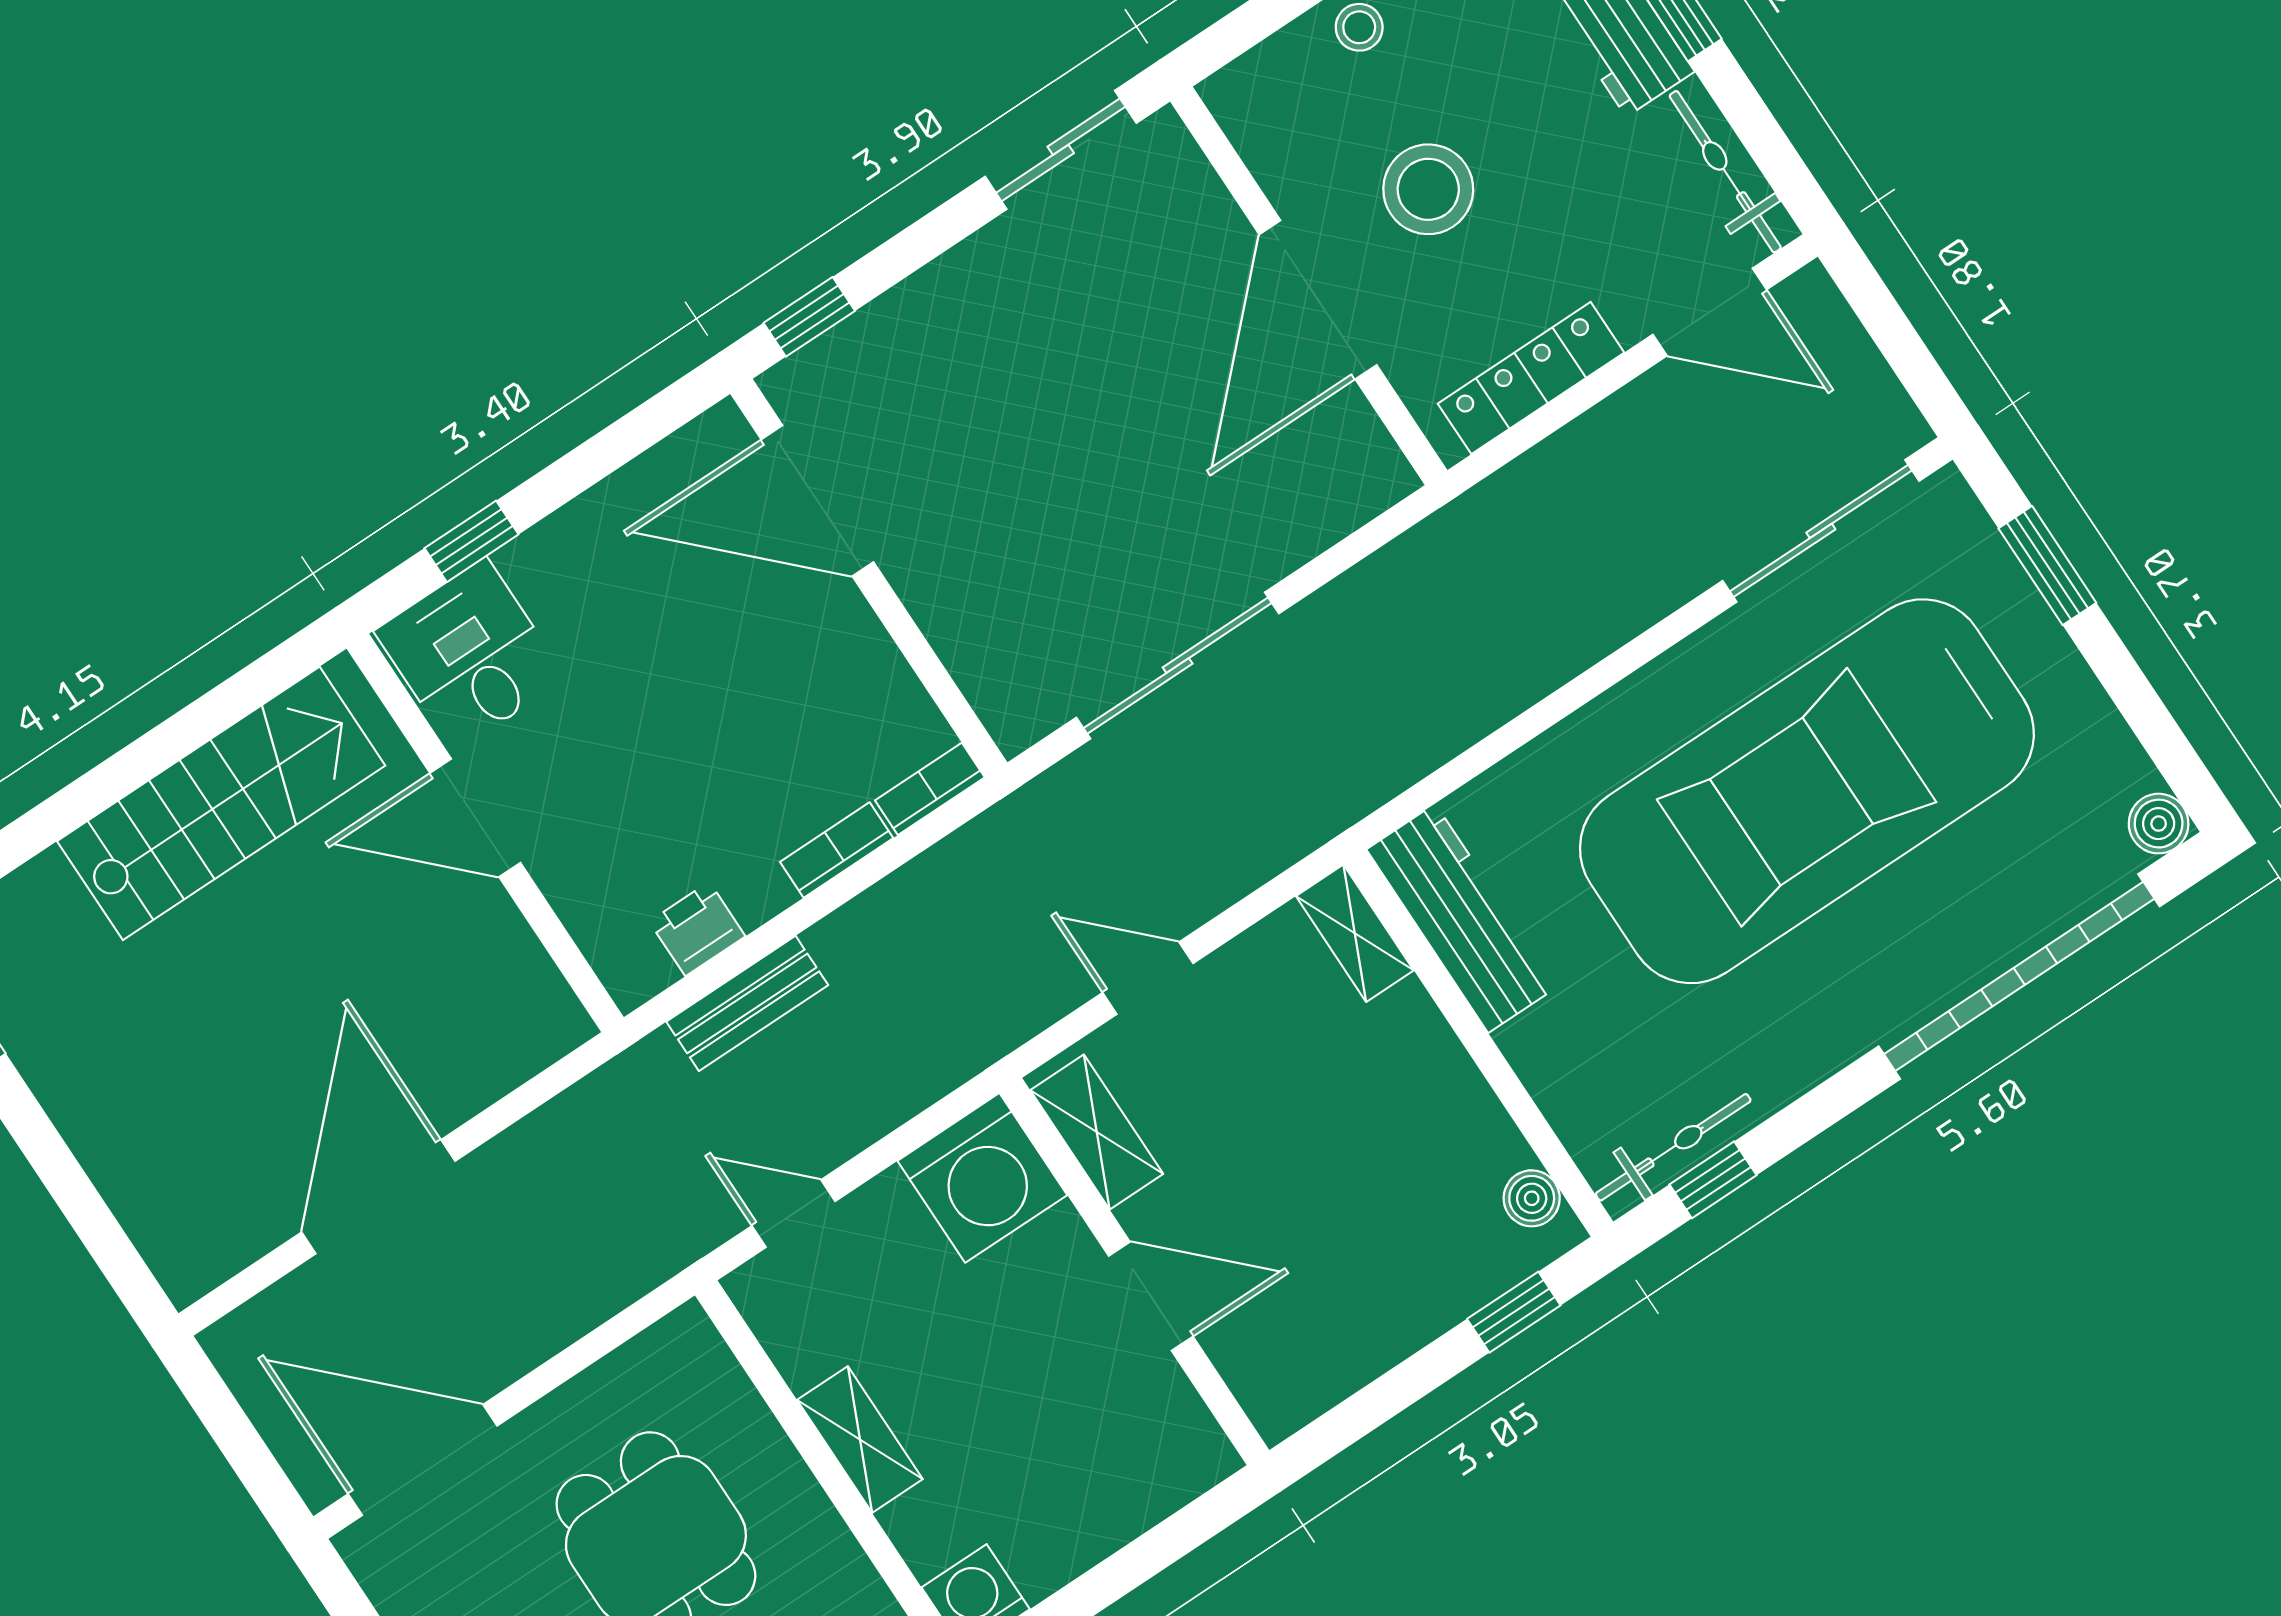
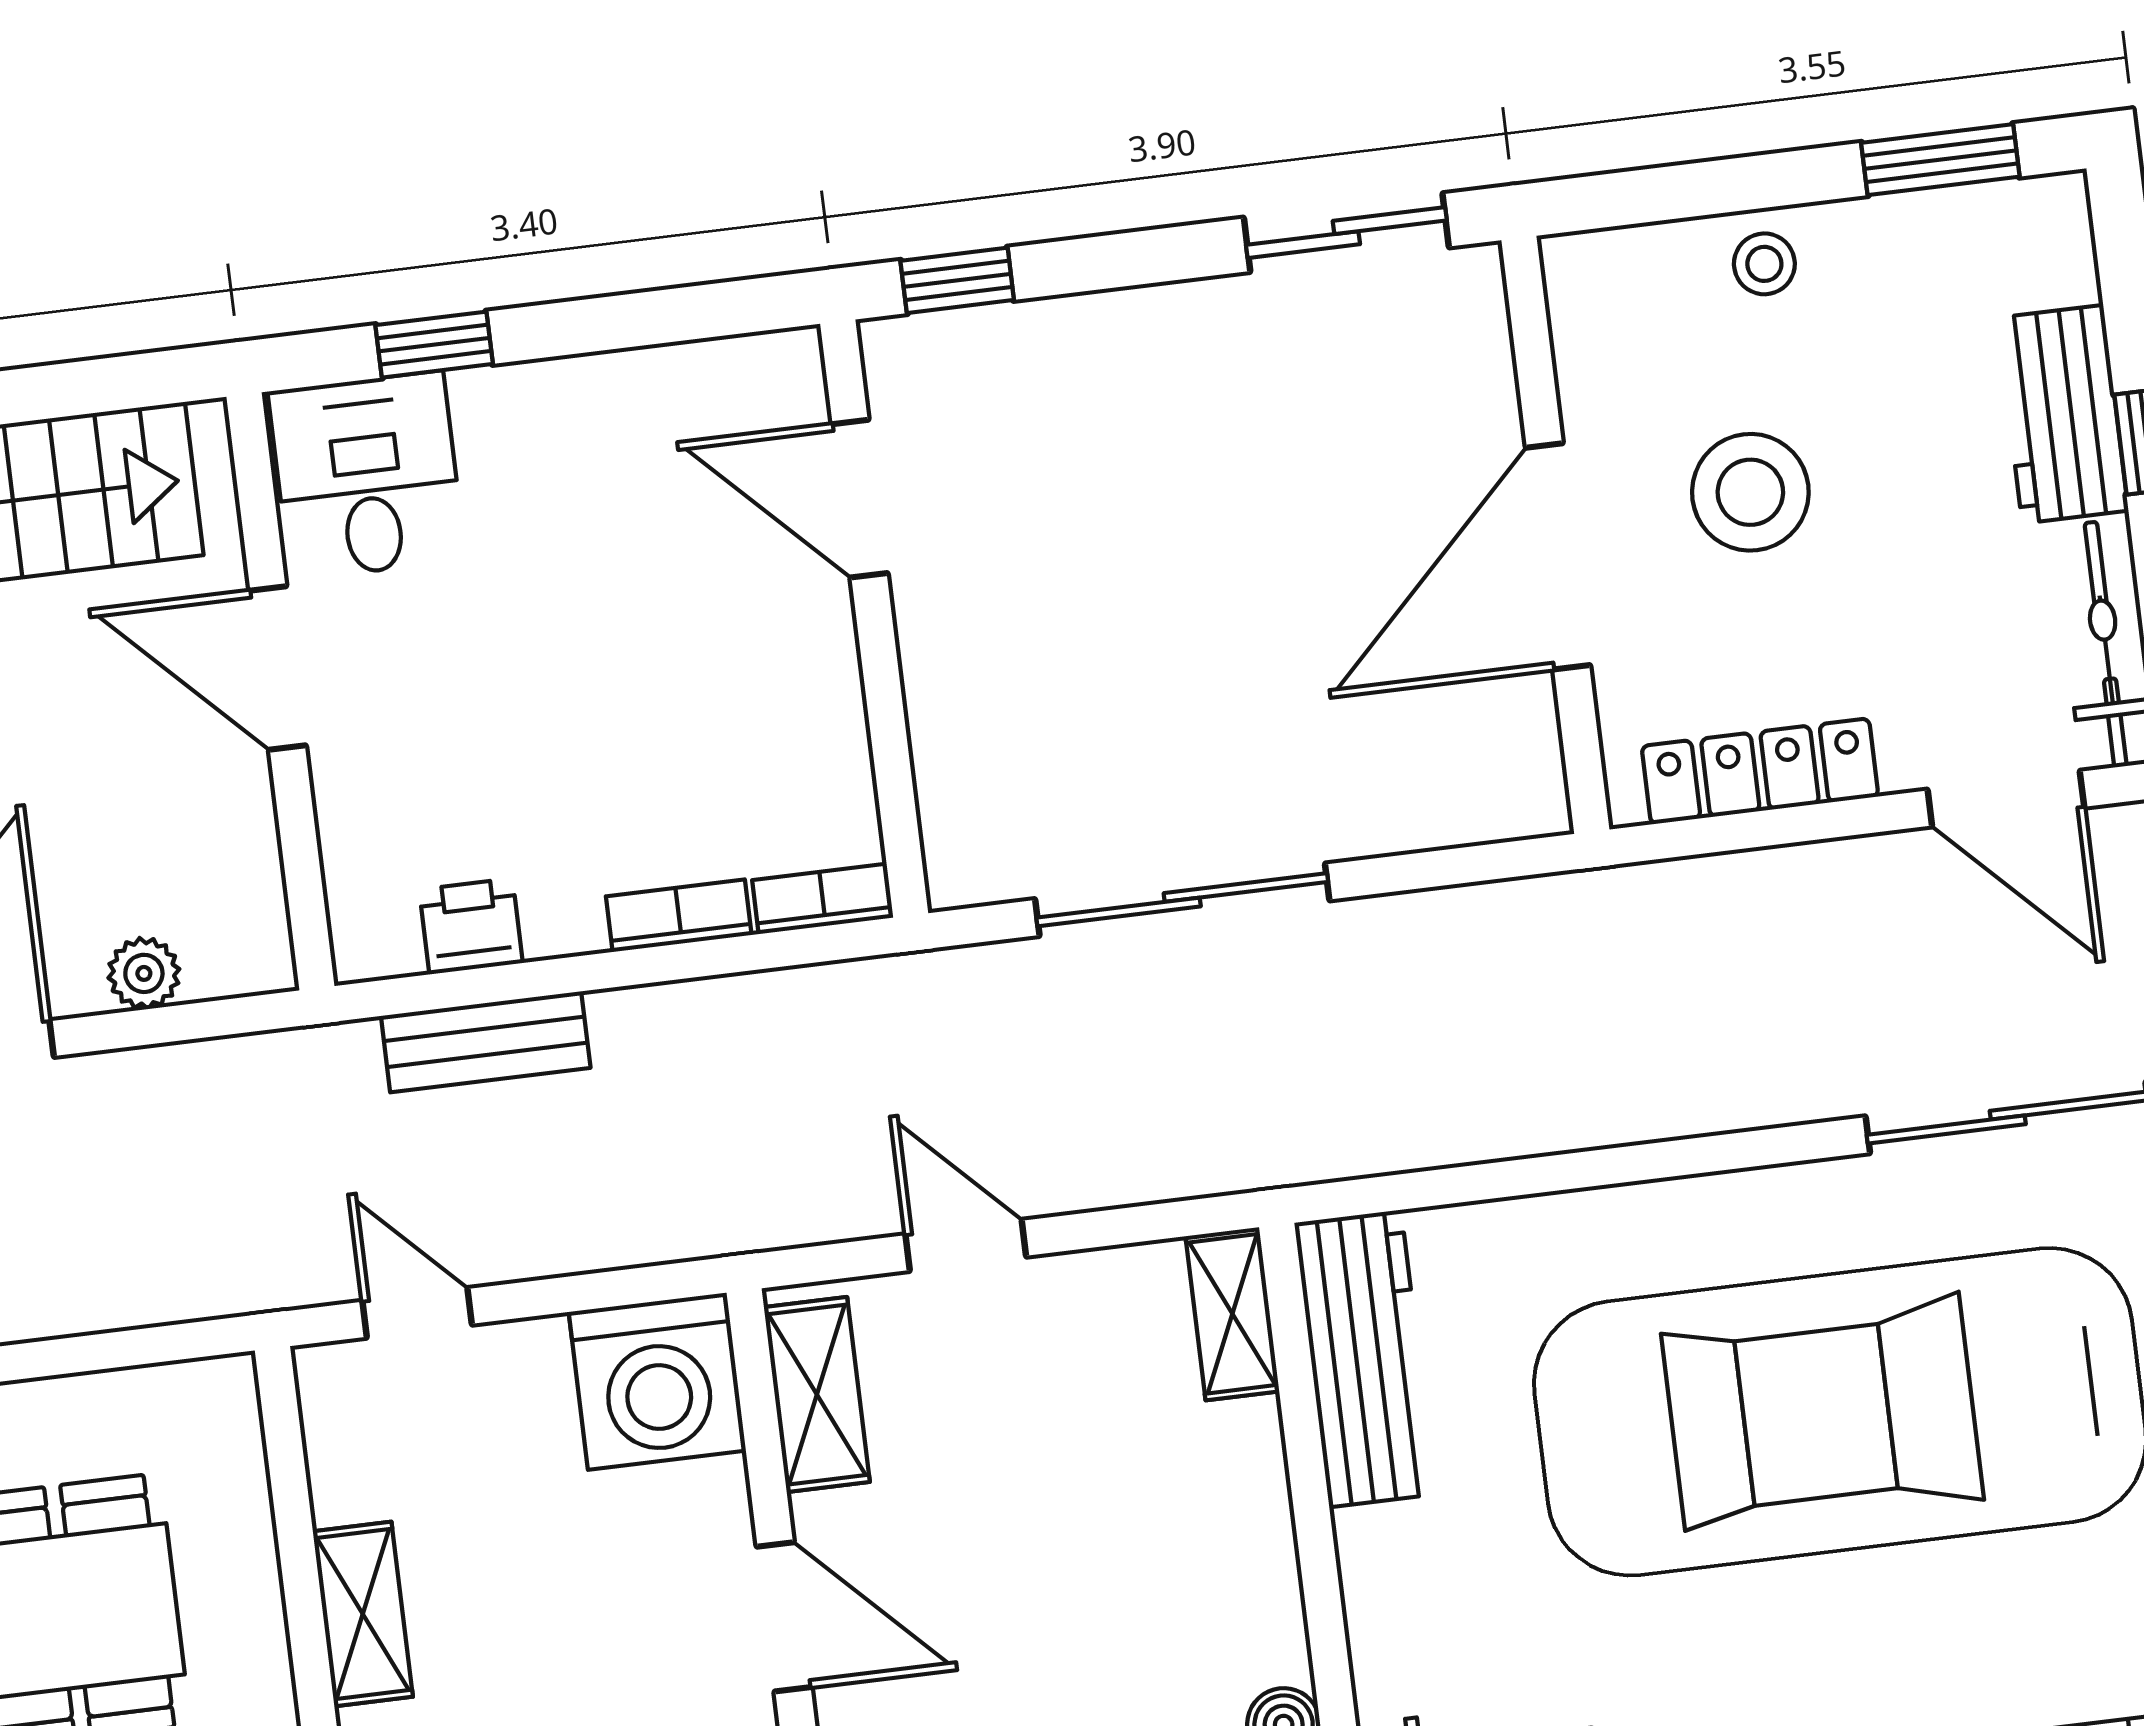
door: (817, 501) -> (860, 499), width x0.73
plant: (488, 1074) -> (144, 973), added

